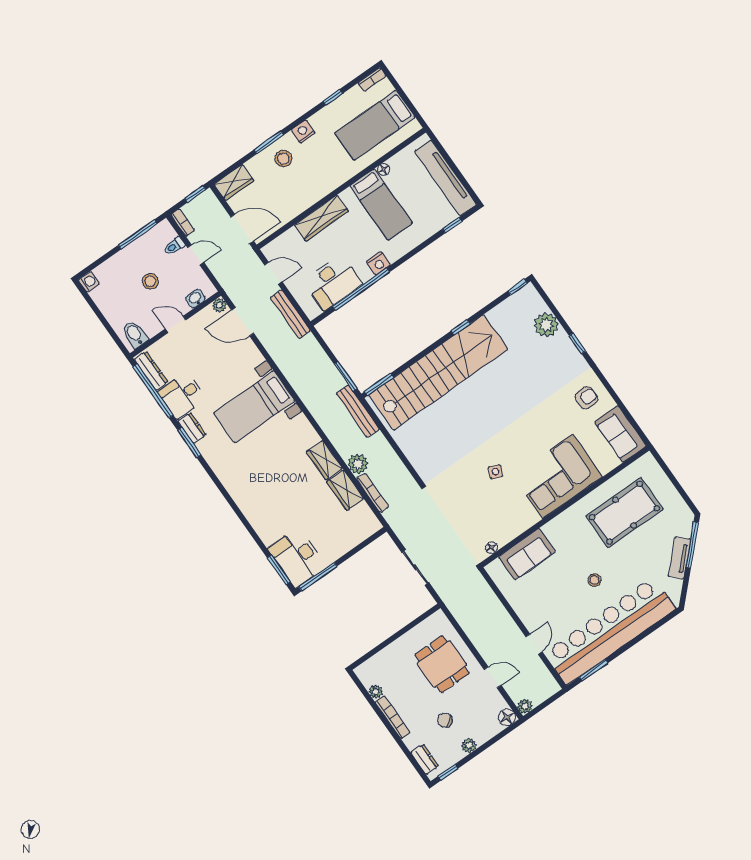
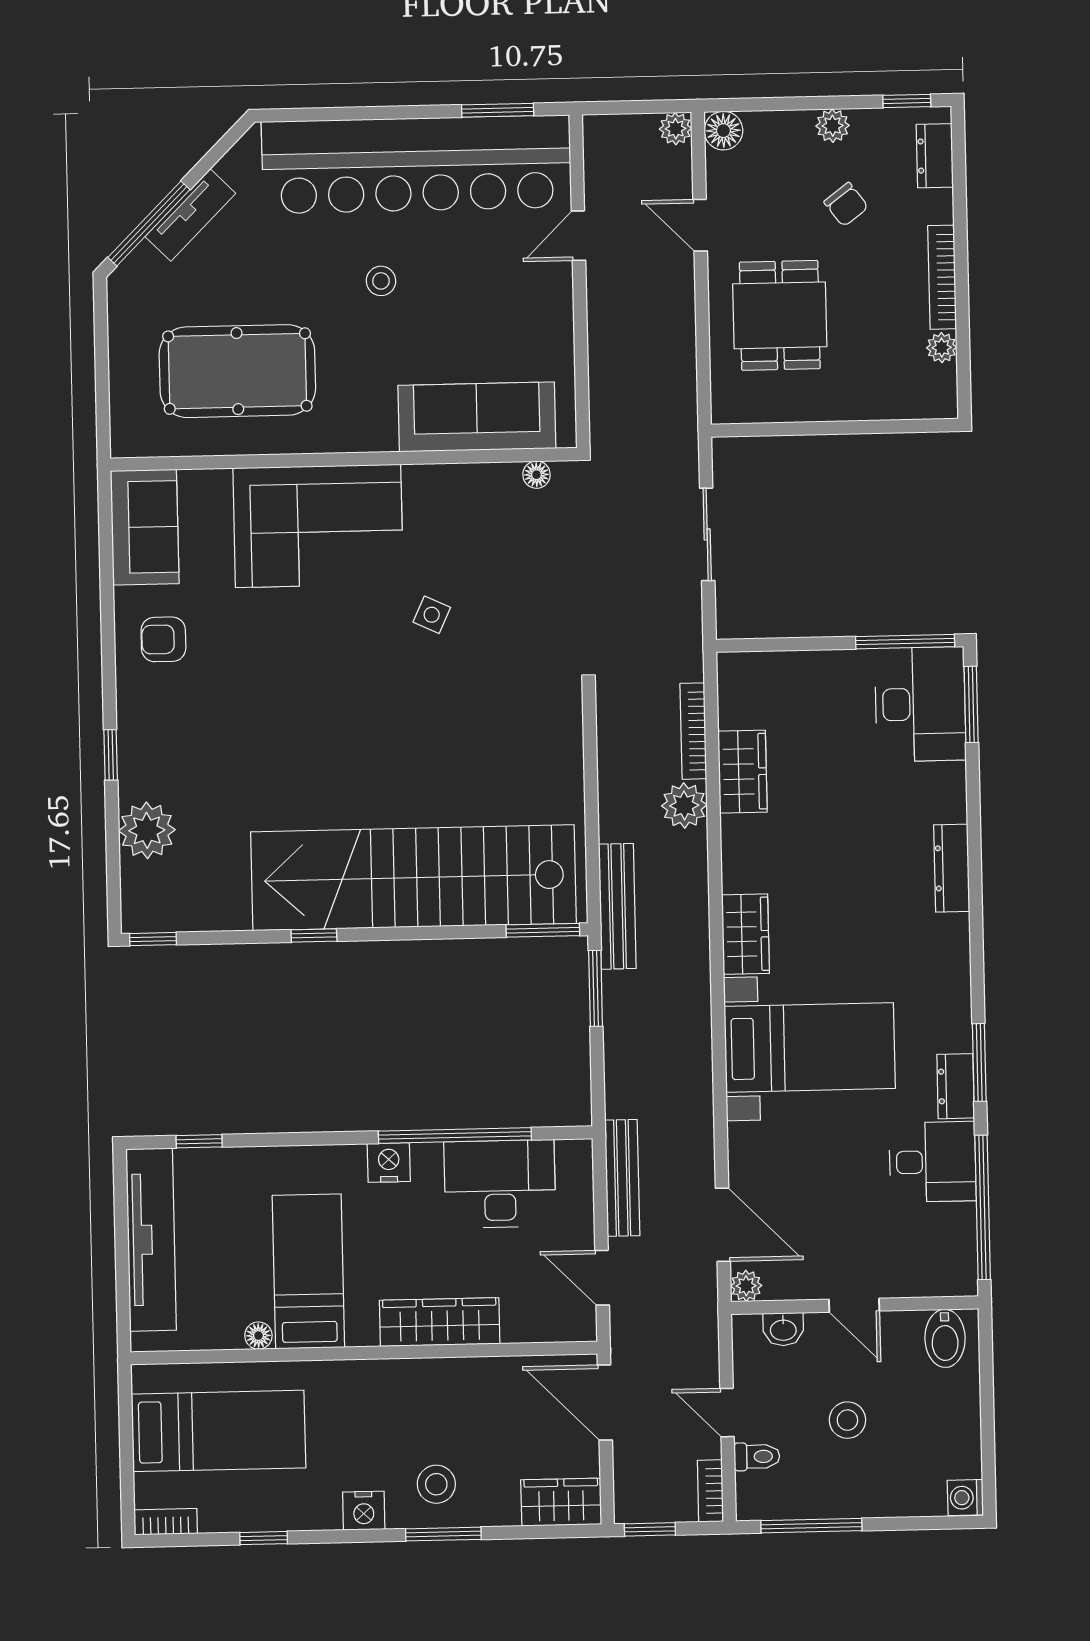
dresser: (151, 371) -> (952, 868), moved
wardrobe: (324, 460) -> (745, 934), moved
sofa: (527, 554) -> (477, 417), width x1.36

